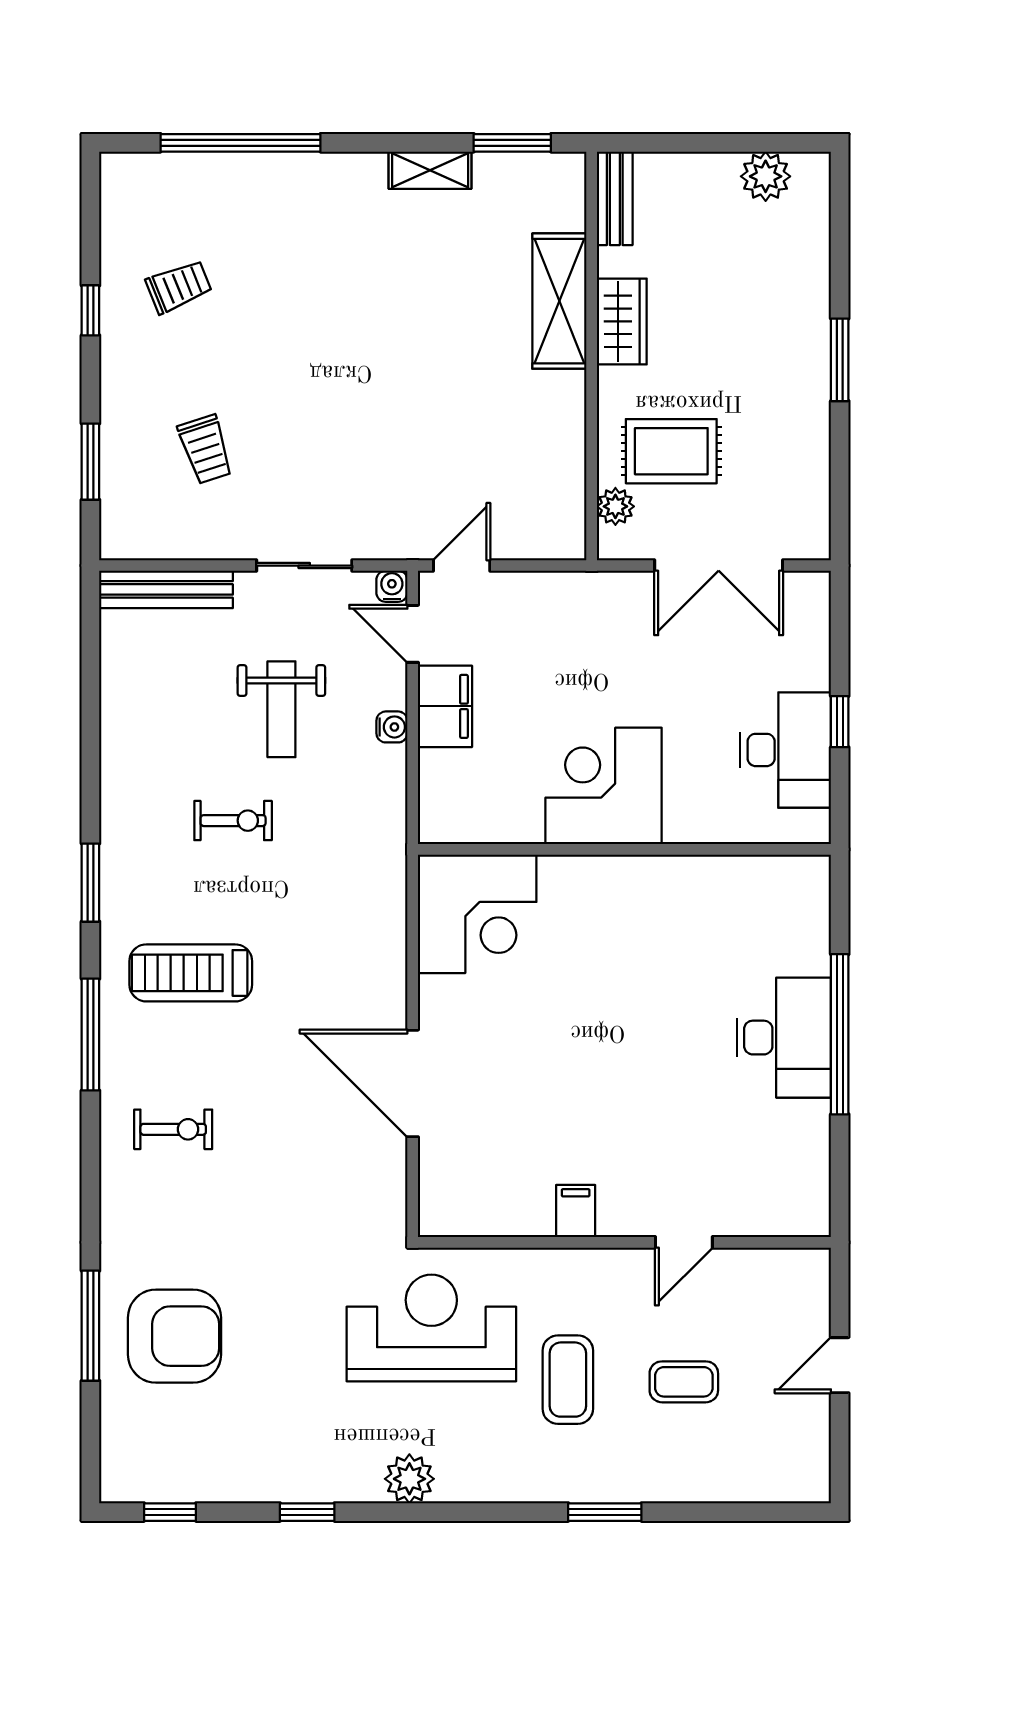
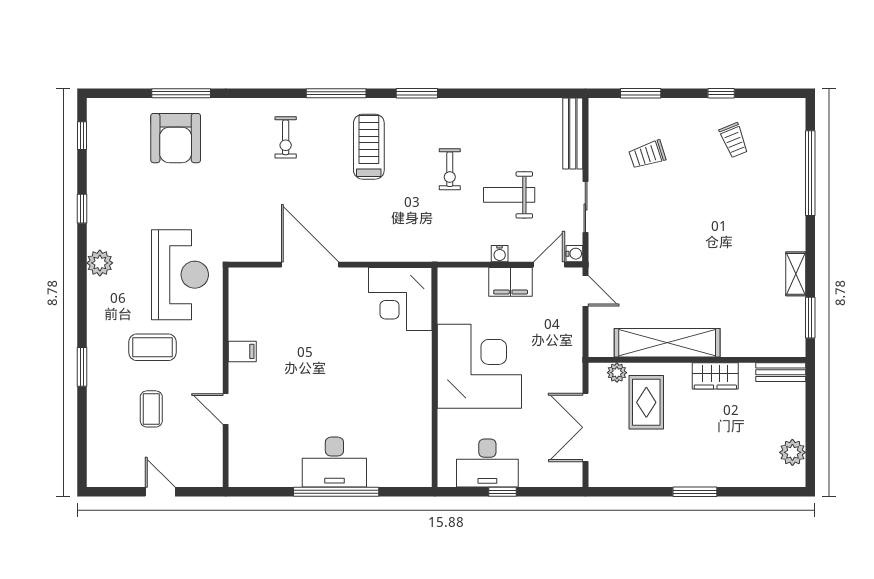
shelving: (559, 301) -> (667, 343), moved, width x1.47
corner desk: (604, 786) -> (479, 366), width x1.36, depth x1.36
door: (413, 1083) -> (310, 265), hinge flipped

